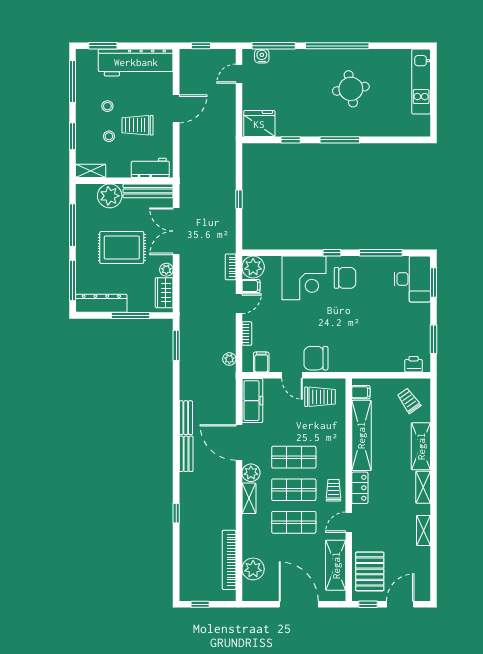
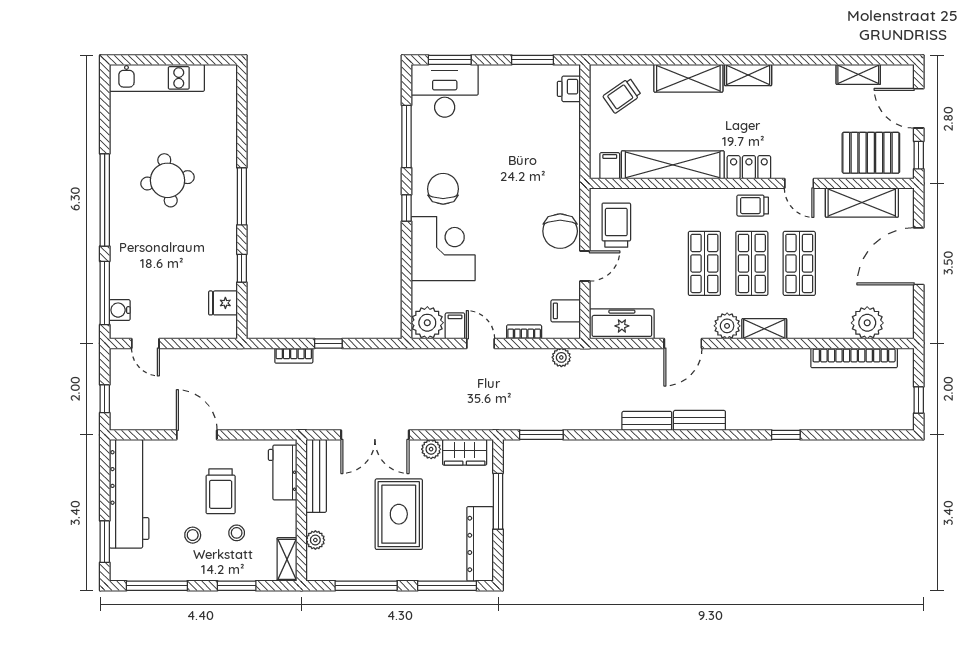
fridge: (259, 124) -> (223, 303), width x0.53, depth x0.75
plant: (110, 196) -> (315, 540), width x0.53, depth x0.53
bookcase: (231, 267) -> (294, 356), moved
door: (239, 442) -> (683, 343), width x0.73
shelving: (423, 531) -> (858, 74), moved

